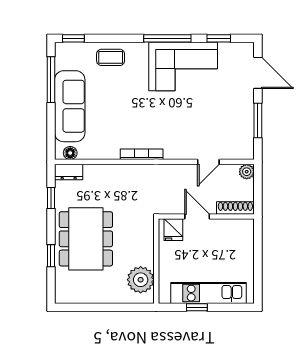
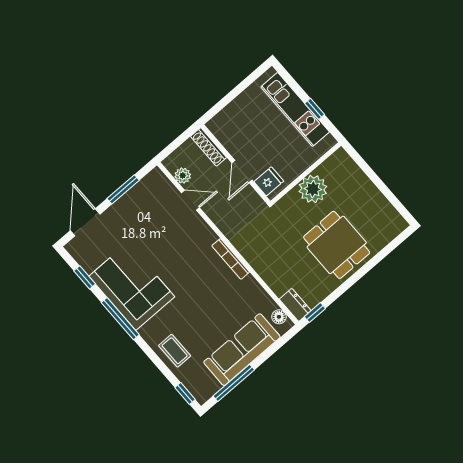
plant: (247, 172) -> (183, 176), moved
window: (51, 198) -> (315, 313), moved
dining table: (86, 239) -> (337, 245), width x0.73
window: (51, 256) -> (374, 261), removed
plant: (141, 280) -> (313, 189), moved

